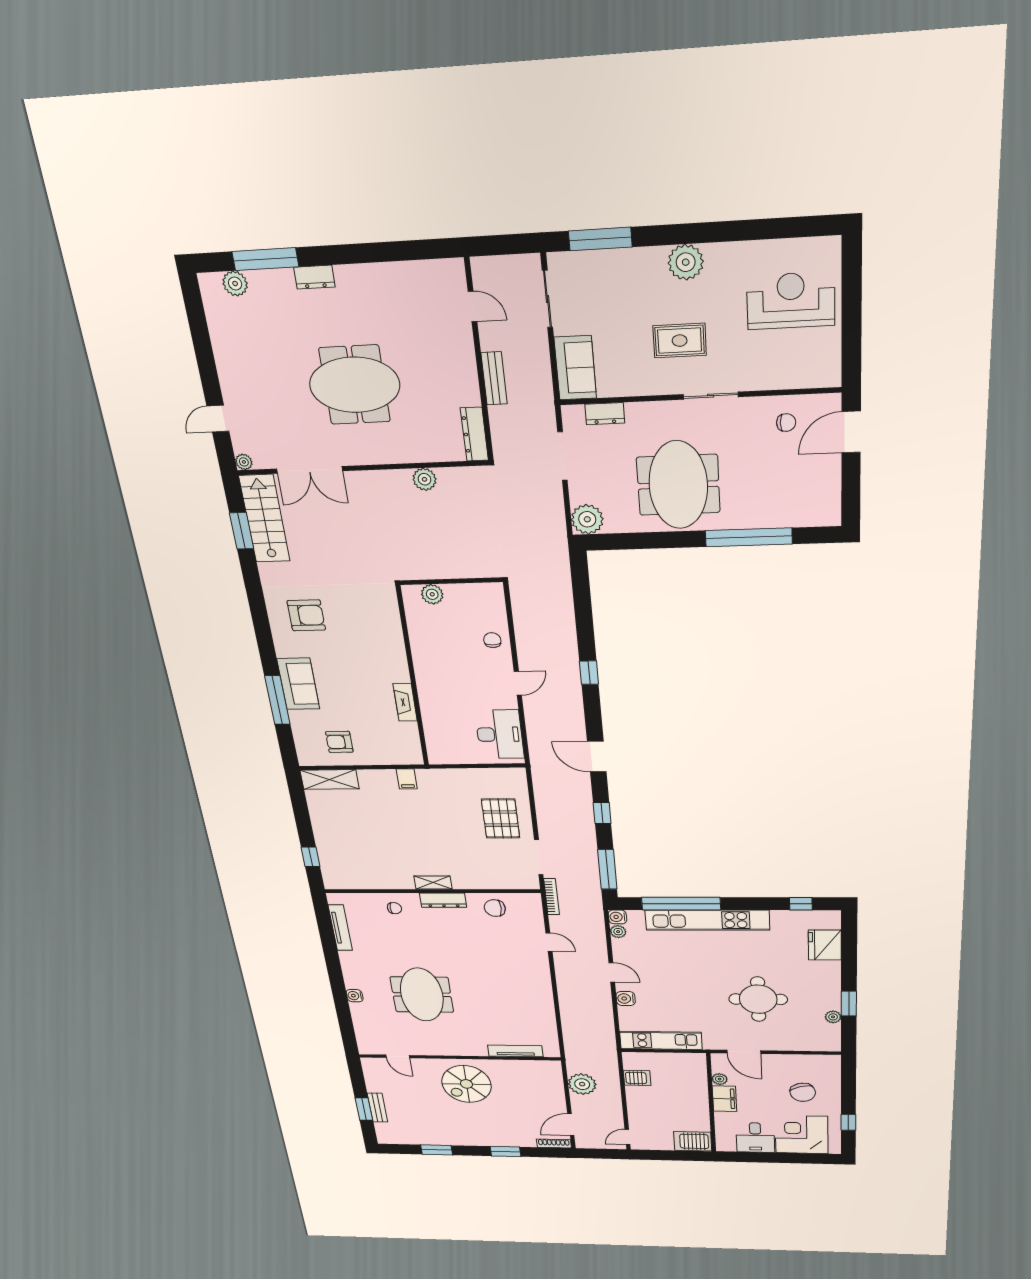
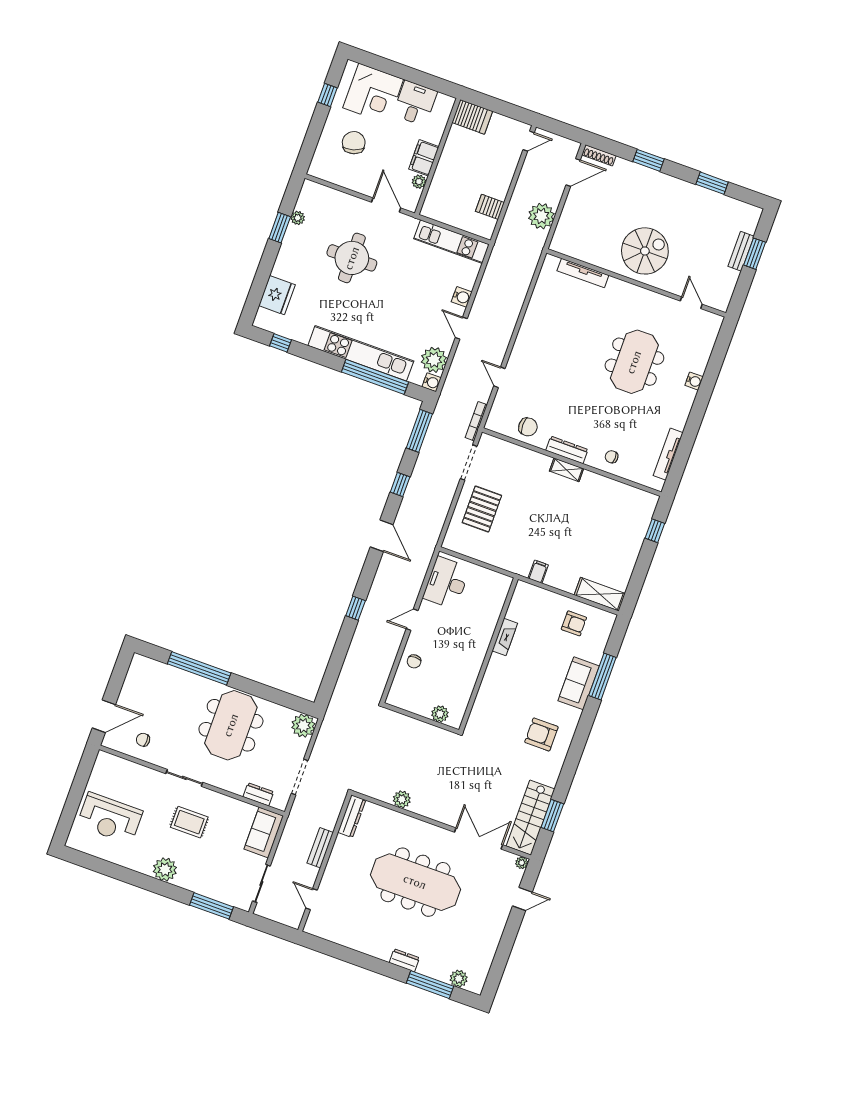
meeting table: (355, 385) -> (415, 882), width x1.36
plant: (618, 932) -> (434, 360), width x1.88, depth x1.88

